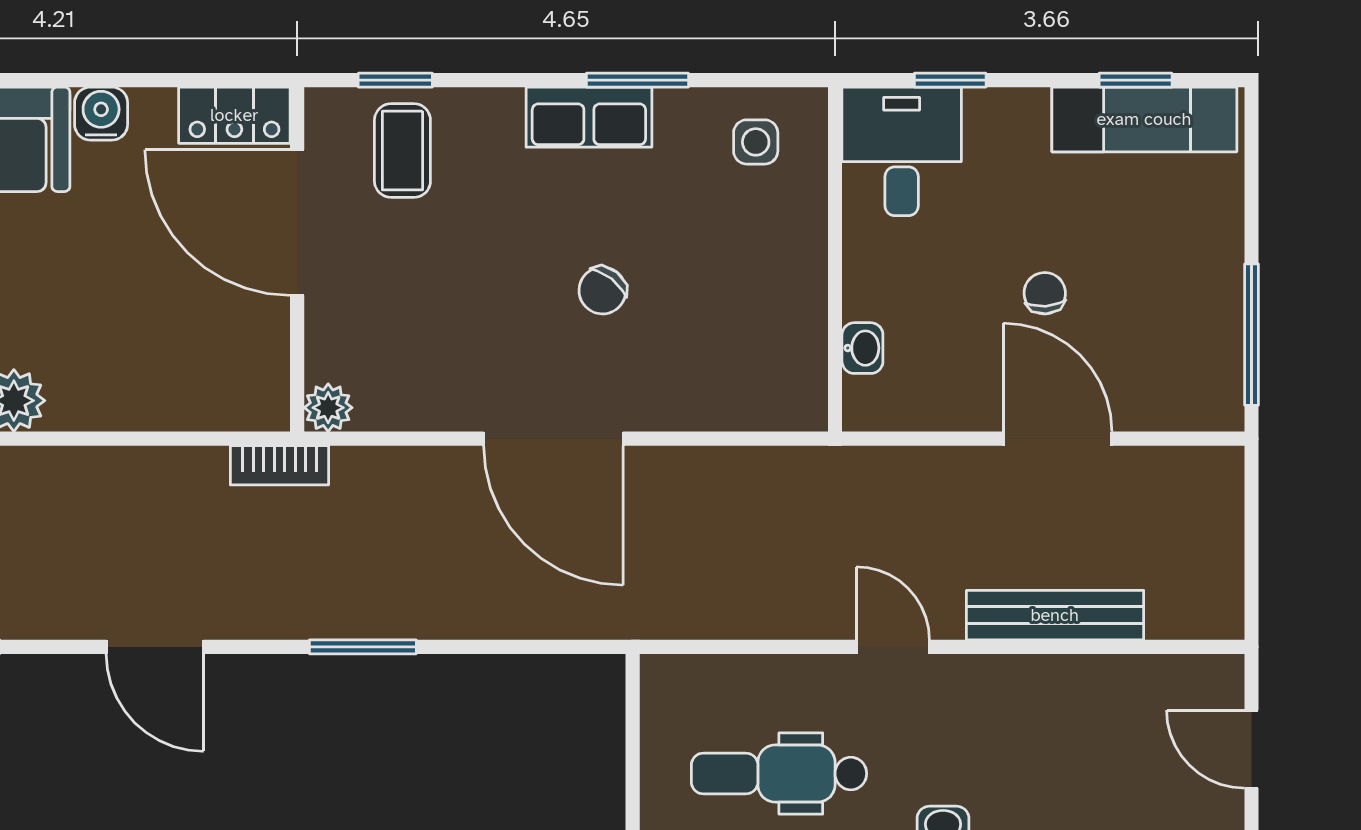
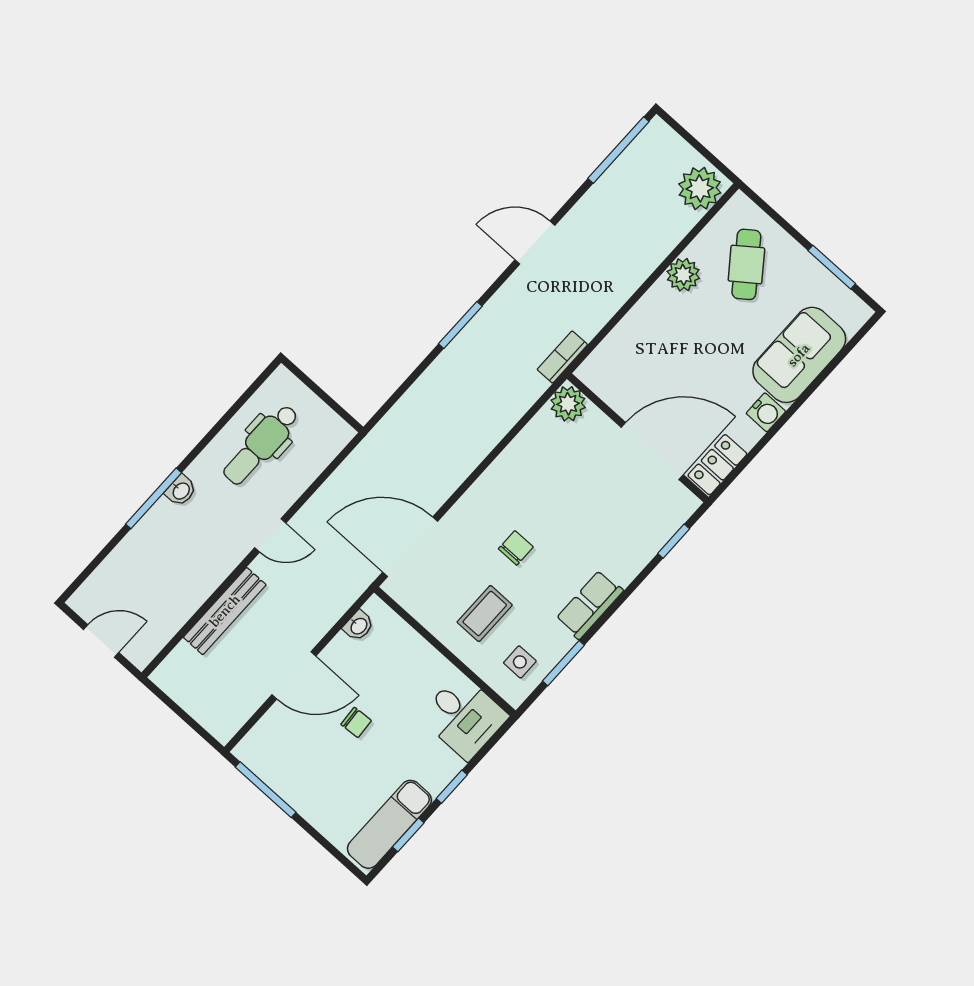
window: (637, 80) -> (563, 663), moved
window: (950, 80) -> (452, 787), moved
coffee table: (402, 151) -> (485, 613), moved, turned 90
chair: (602, 291) -> (516, 548), turned 52
washbasin: (862, 348) -> (358, 626), moved, turned -90
plant: (328, 408) -> (568, 404), width x1.38, depth x1.38
door: (553, 439) -> (410, 547), moved
dental chair: (779, 774) -> (261, 445), turned 180

